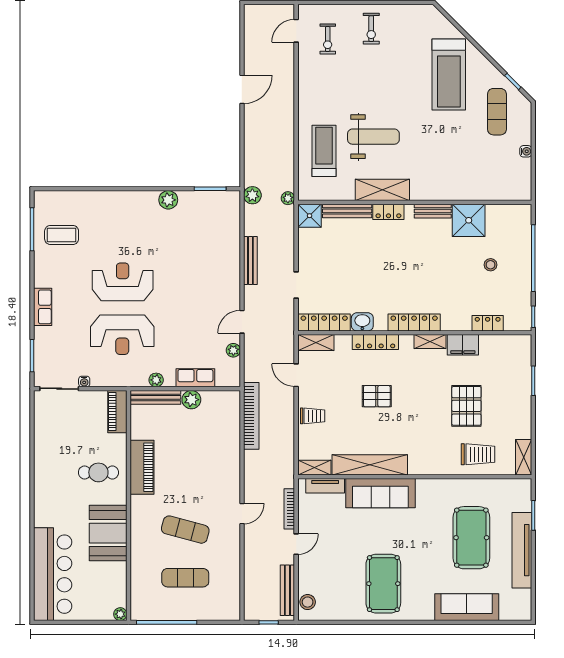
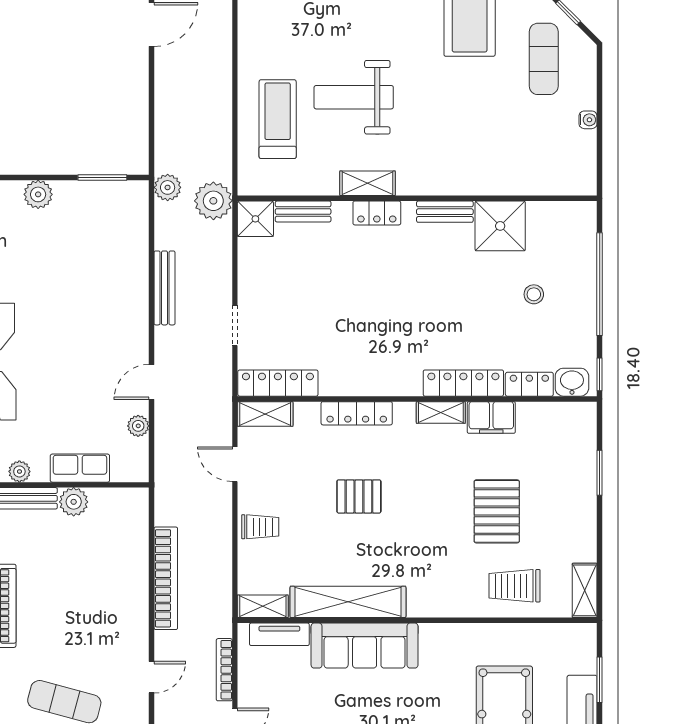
weight bench: (373, 137) -> (354, 97), turned 180
shelving: (382, 190) -> (368, 183), width x0.67, depth x0.75
plant: (288, 198) -> (213, 201), width x1.88, depth x1.88
bench: (347, 211) -> (303, 212), width x0.73
washbasin: (362, 322) -> (572, 382), moved
locker: (414, 322) -> (463, 383), moved
bookcase: (251, 416) -> (166, 578), moved
trolley: (478, 454) -> (515, 586), turned 180

